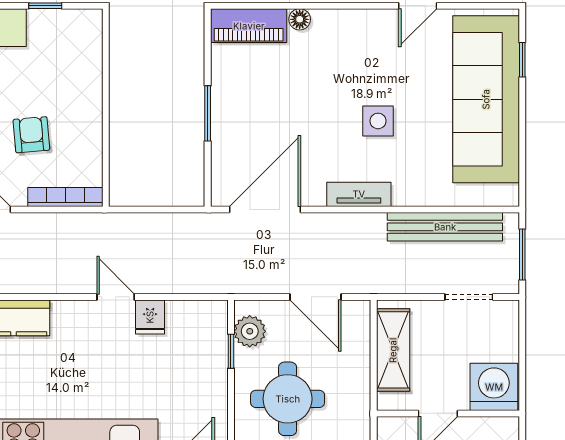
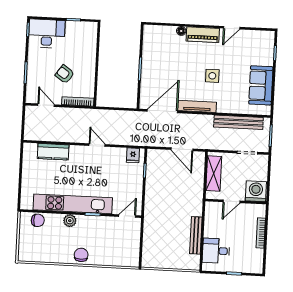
piano: (249, 26) -> (203, 35), moved
sofa: (486, 99) -> (261, 85), width x0.54, depth x0.79
armchair: (31, 135) -> (65, 74), turned -50
tv unit: (359, 194) -> (197, 106), width x1.41
fridge: (150, 317) -> (133, 155), moved
plant: (250, 331) -> (153, 162), removed
round table: (288, 399) -> (168, 192), removed

